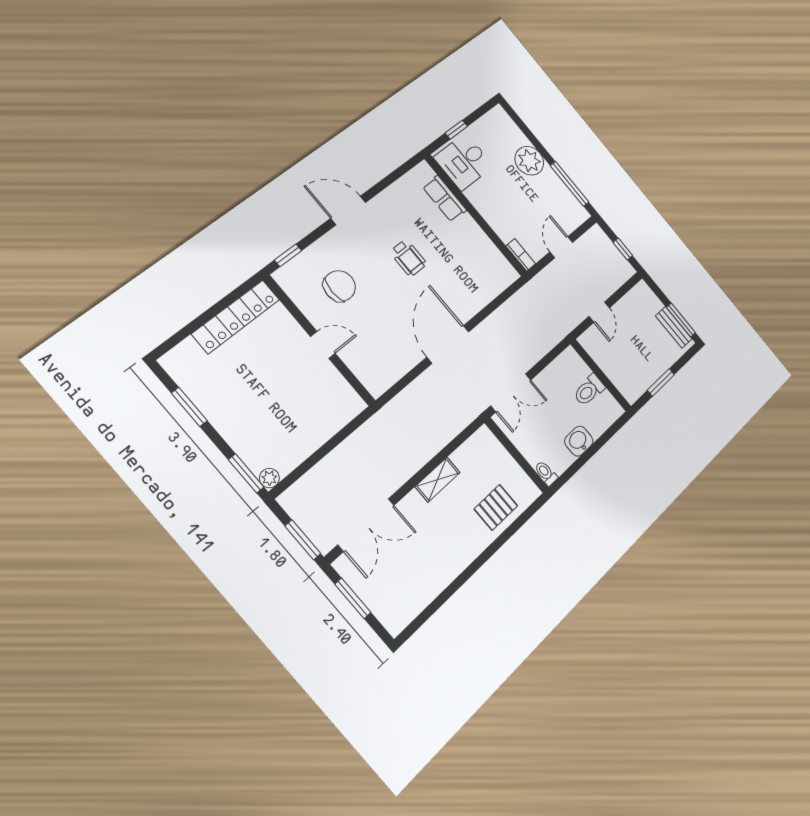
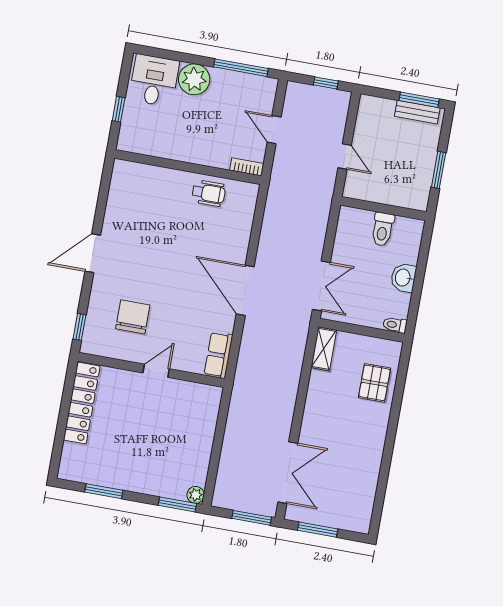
desk: (464, 162) -> (154, 80), moved, turned 180
row of seats: (445, 199) -> (218, 355), moved, turned 90
wheelchair: (408, 258) -> (209, 193), moved
shelving: (438, 479) -> (324, 349), moved

